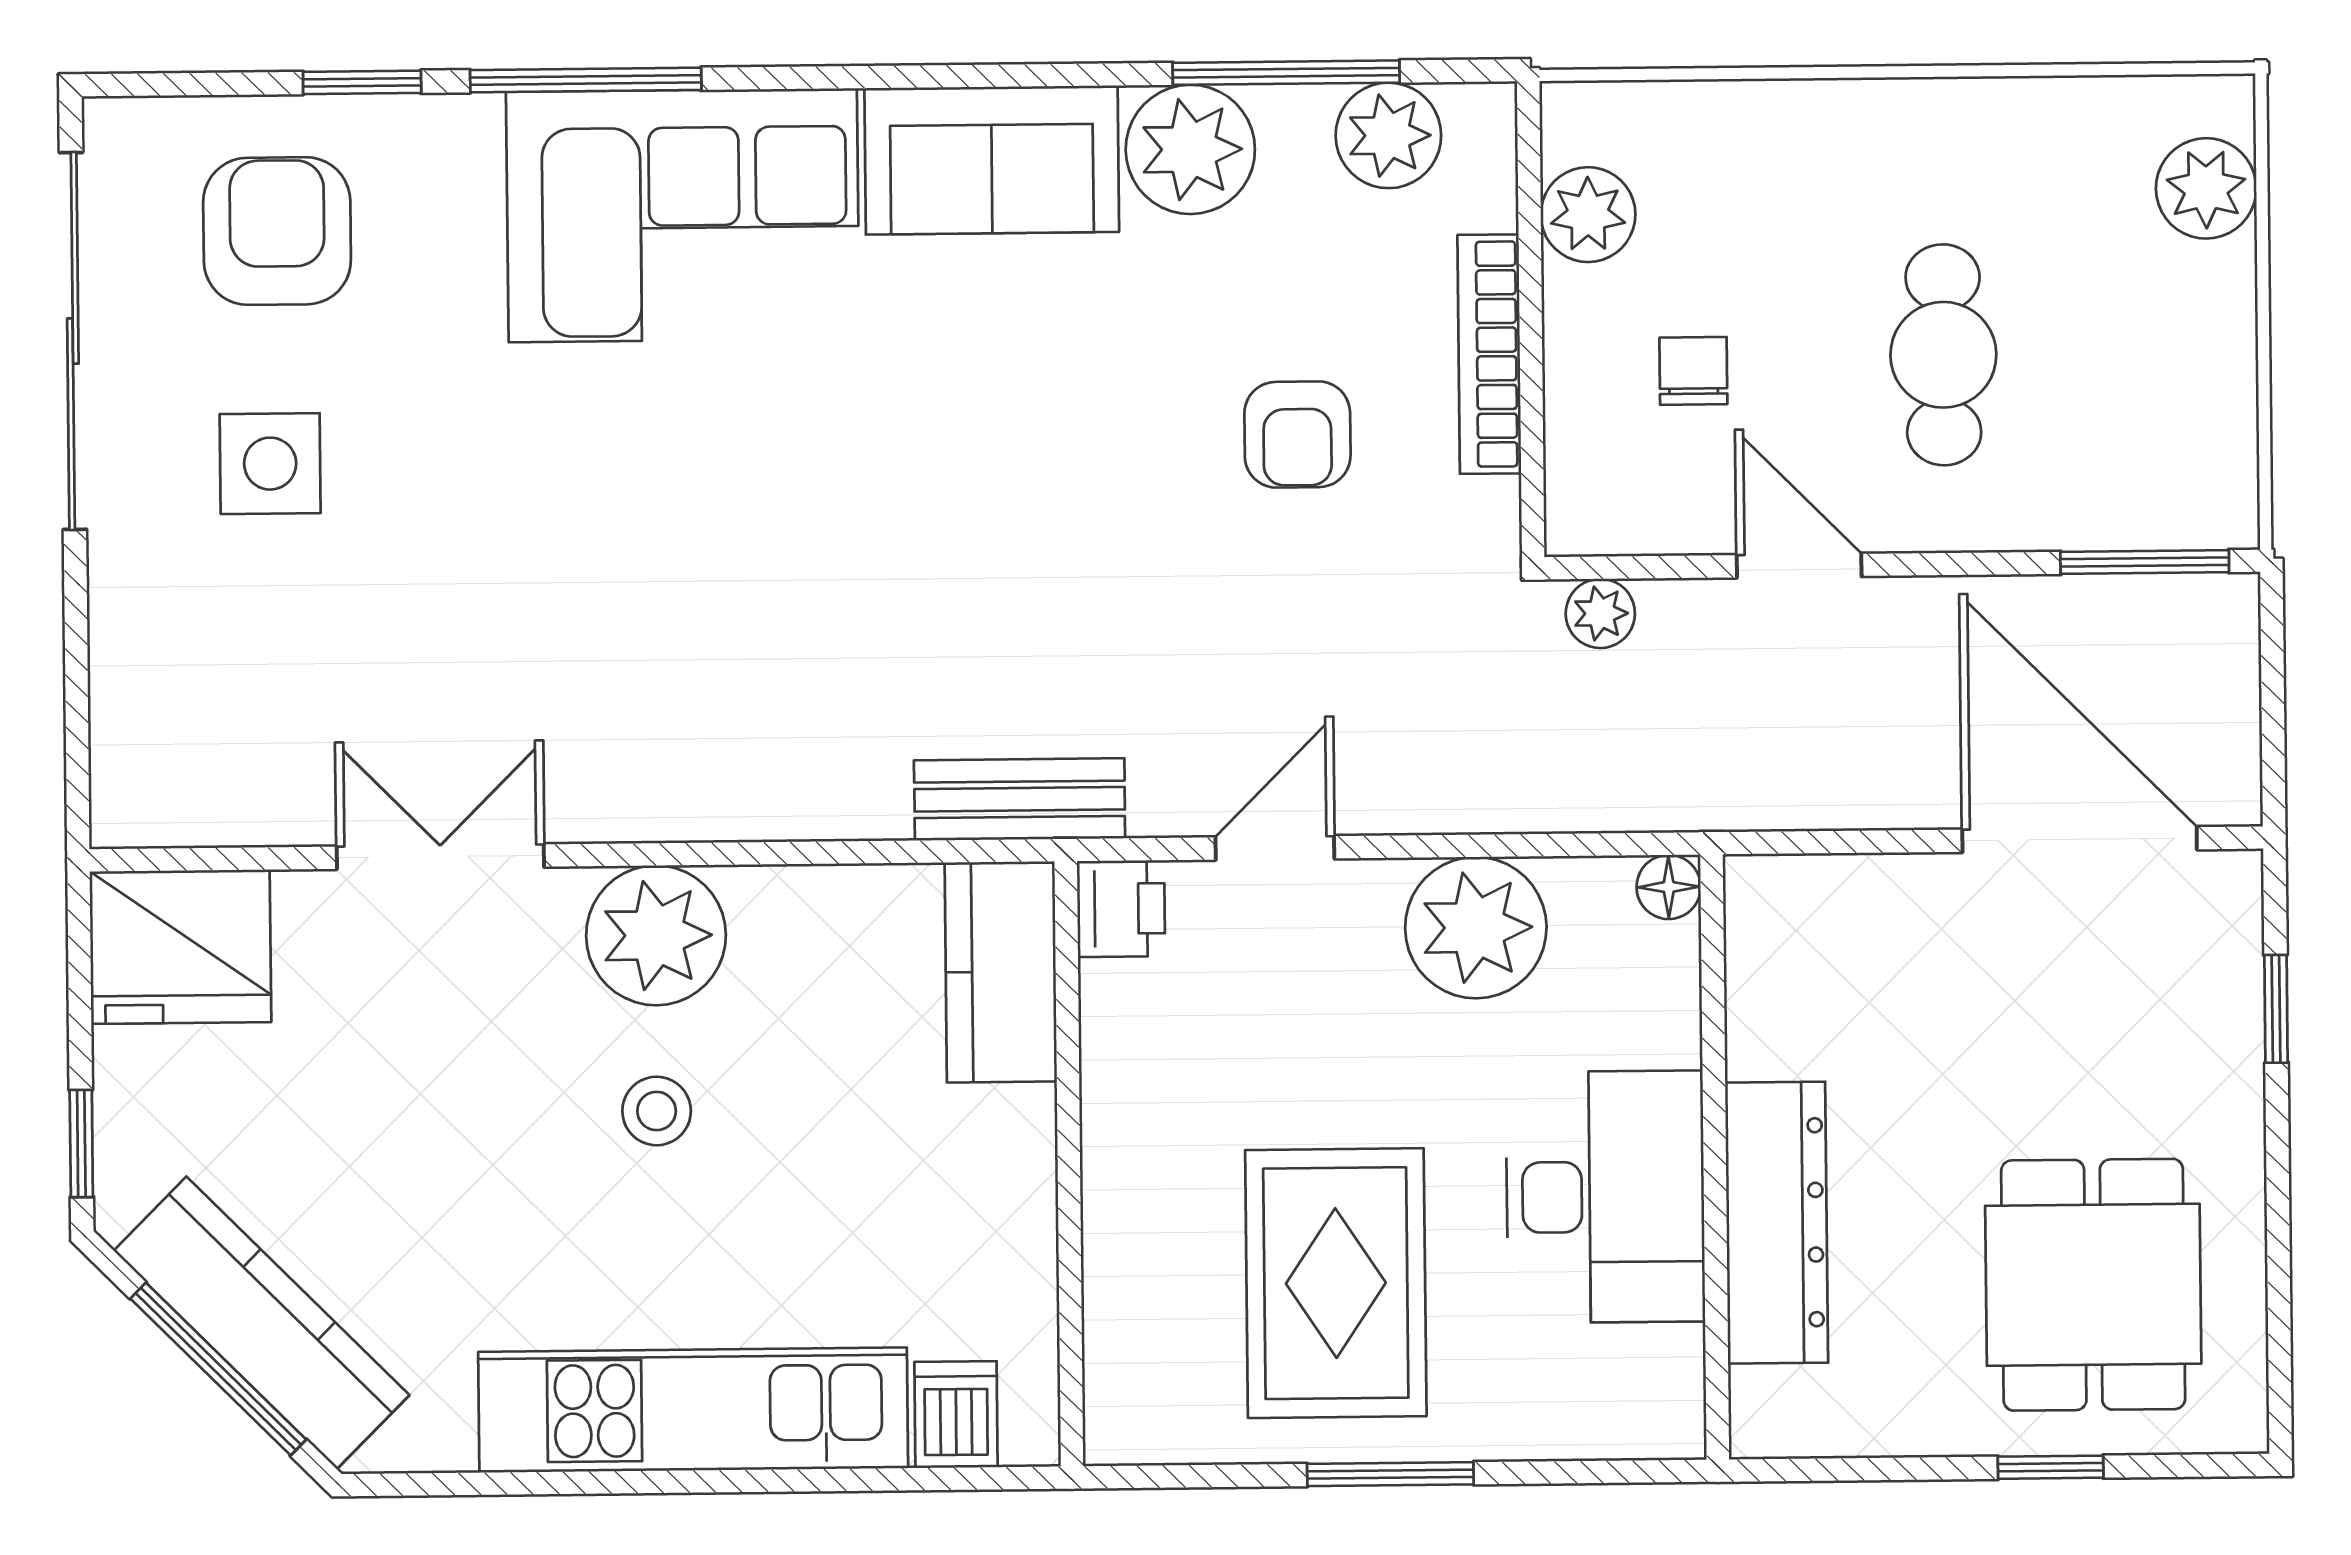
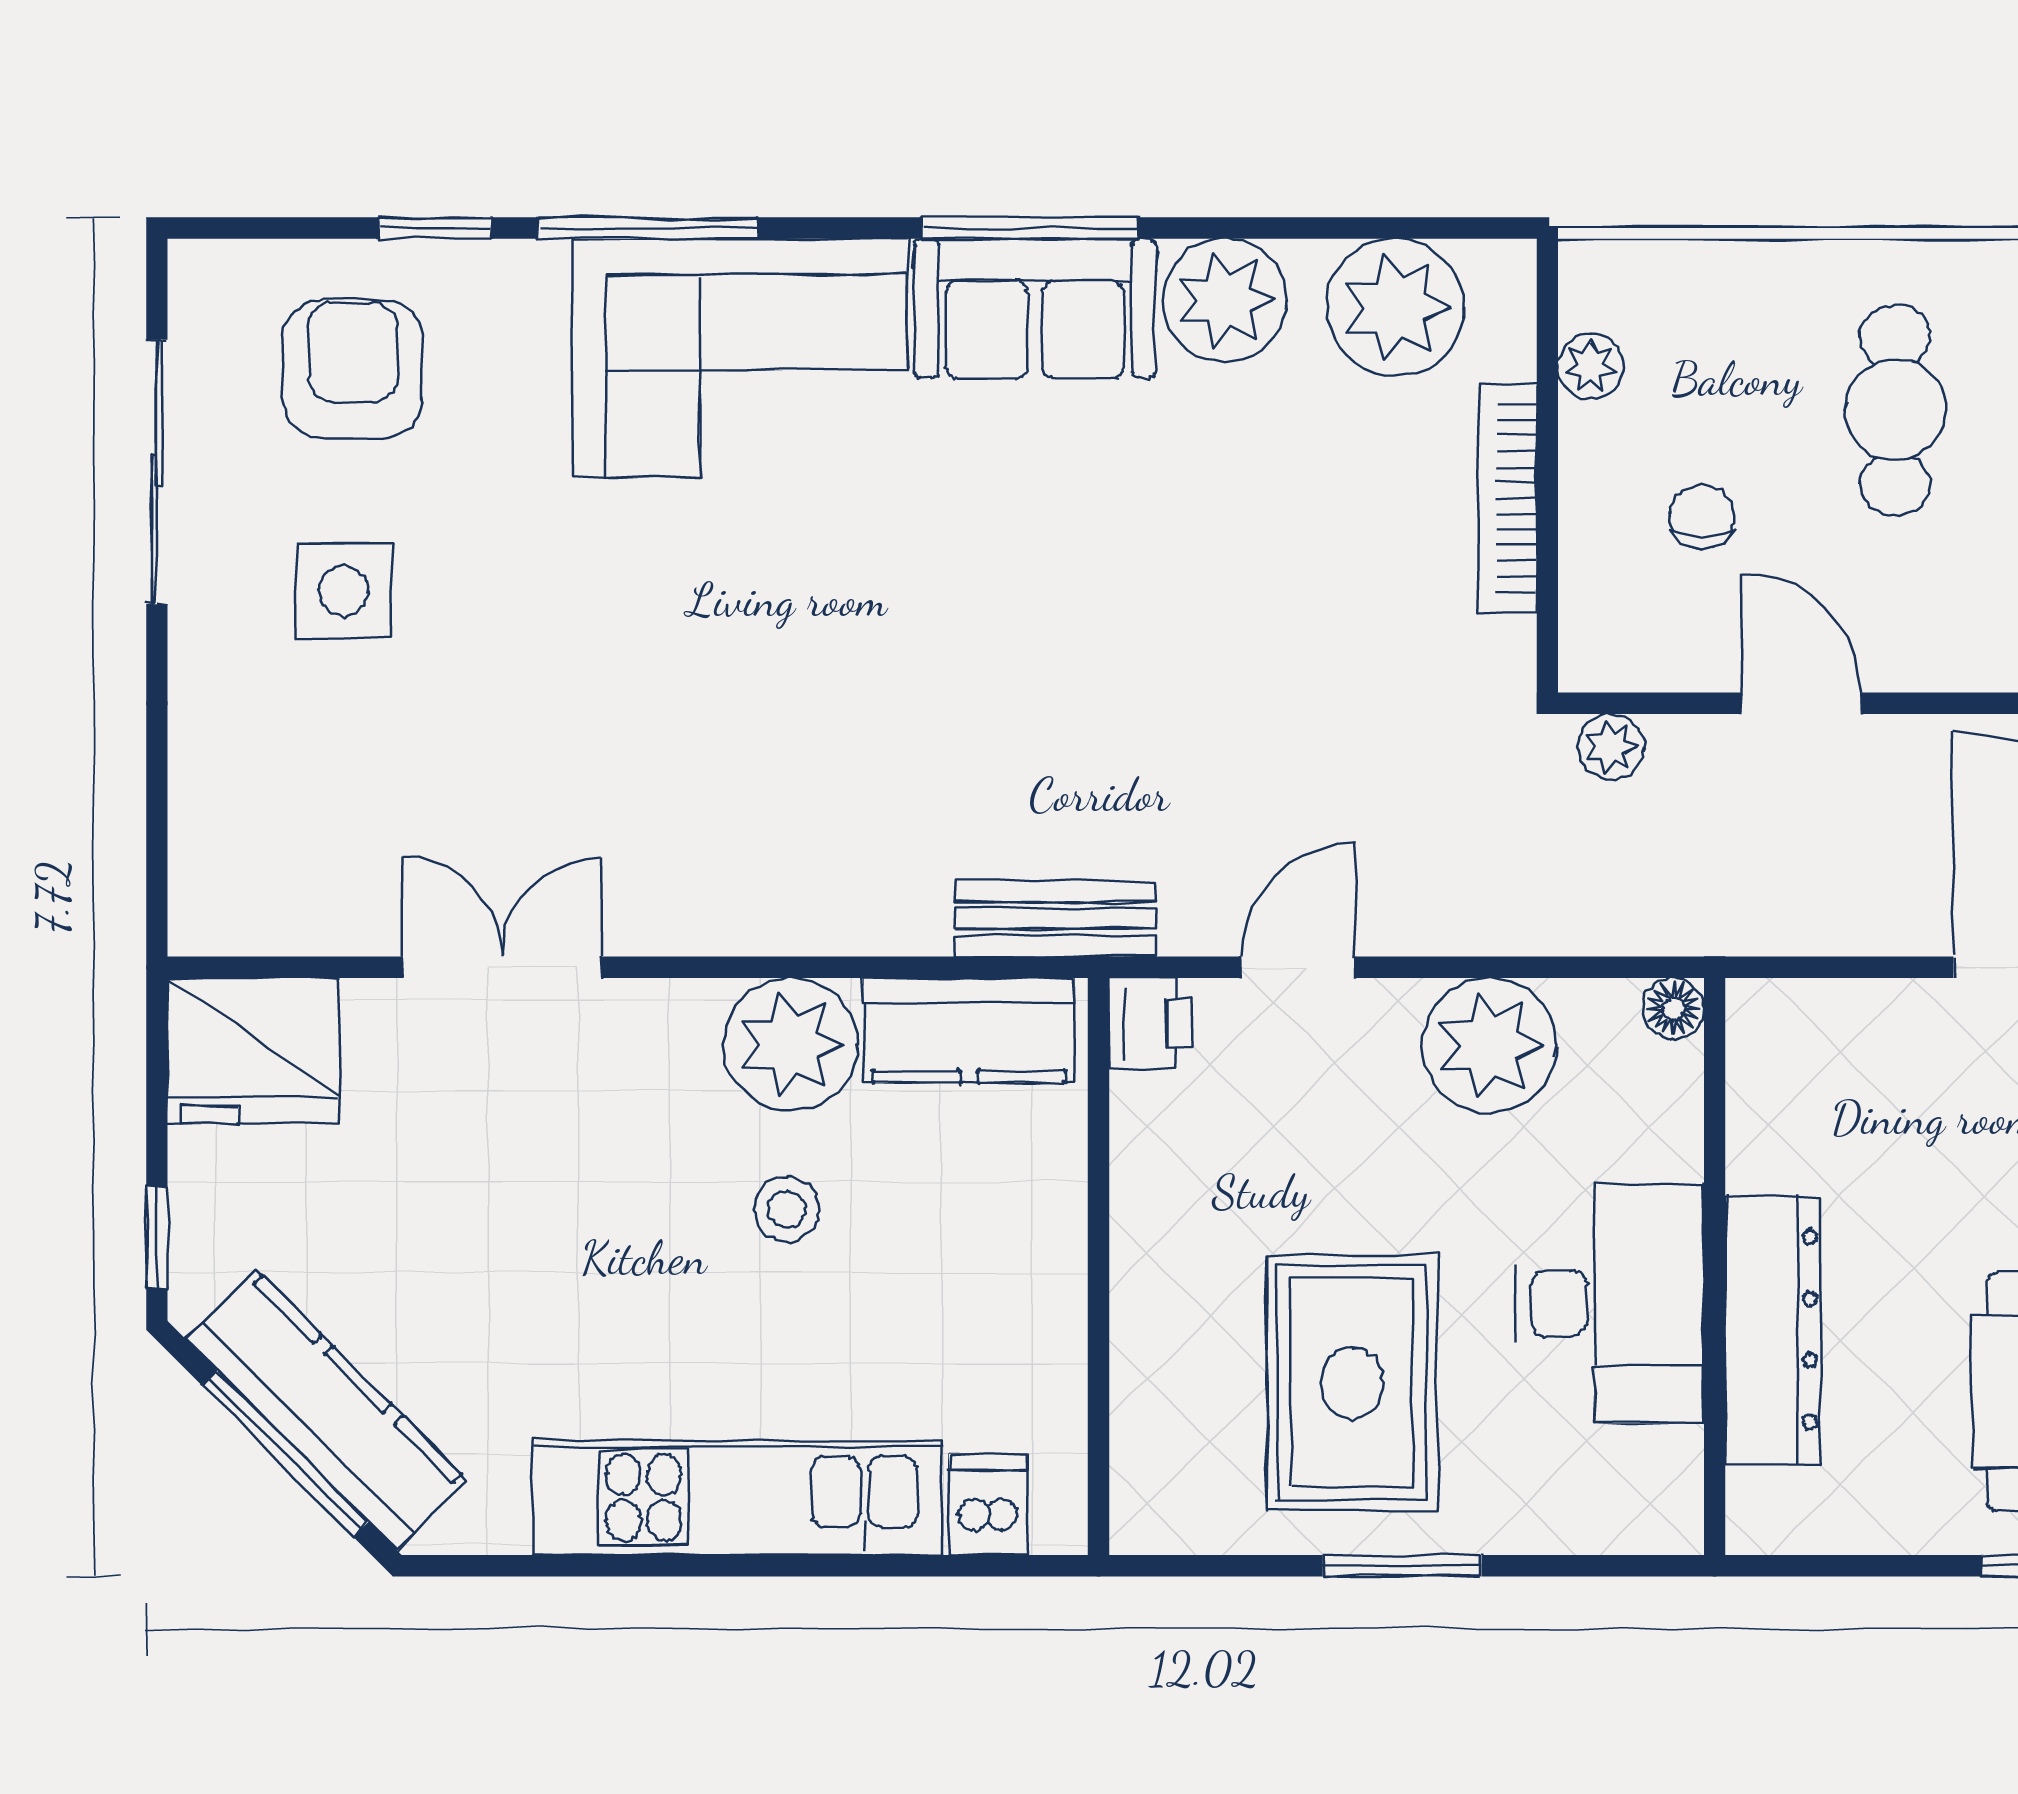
window: (1286, 73) -> (1030, 228), moved
plant: (1388, 135) -> (1395, 307), width x1.36, depth x1.36
plant: (1588, 215) -> (1591, 366), width x0.73, depth x0.73
sliding door: (73, 341) -> (157, 472), width x0.73
cafe table: (1943, 355) -> (1895, 410), moved
armchair: (1297, 434) -> (1324, 573), removed
plant: (656, 935) -> (790, 1045), moved
kitchen counter: (1001, 972) -> (969, 1030), moved, turned -90
stool: (657, 1111) -> (787, 1209), moved

